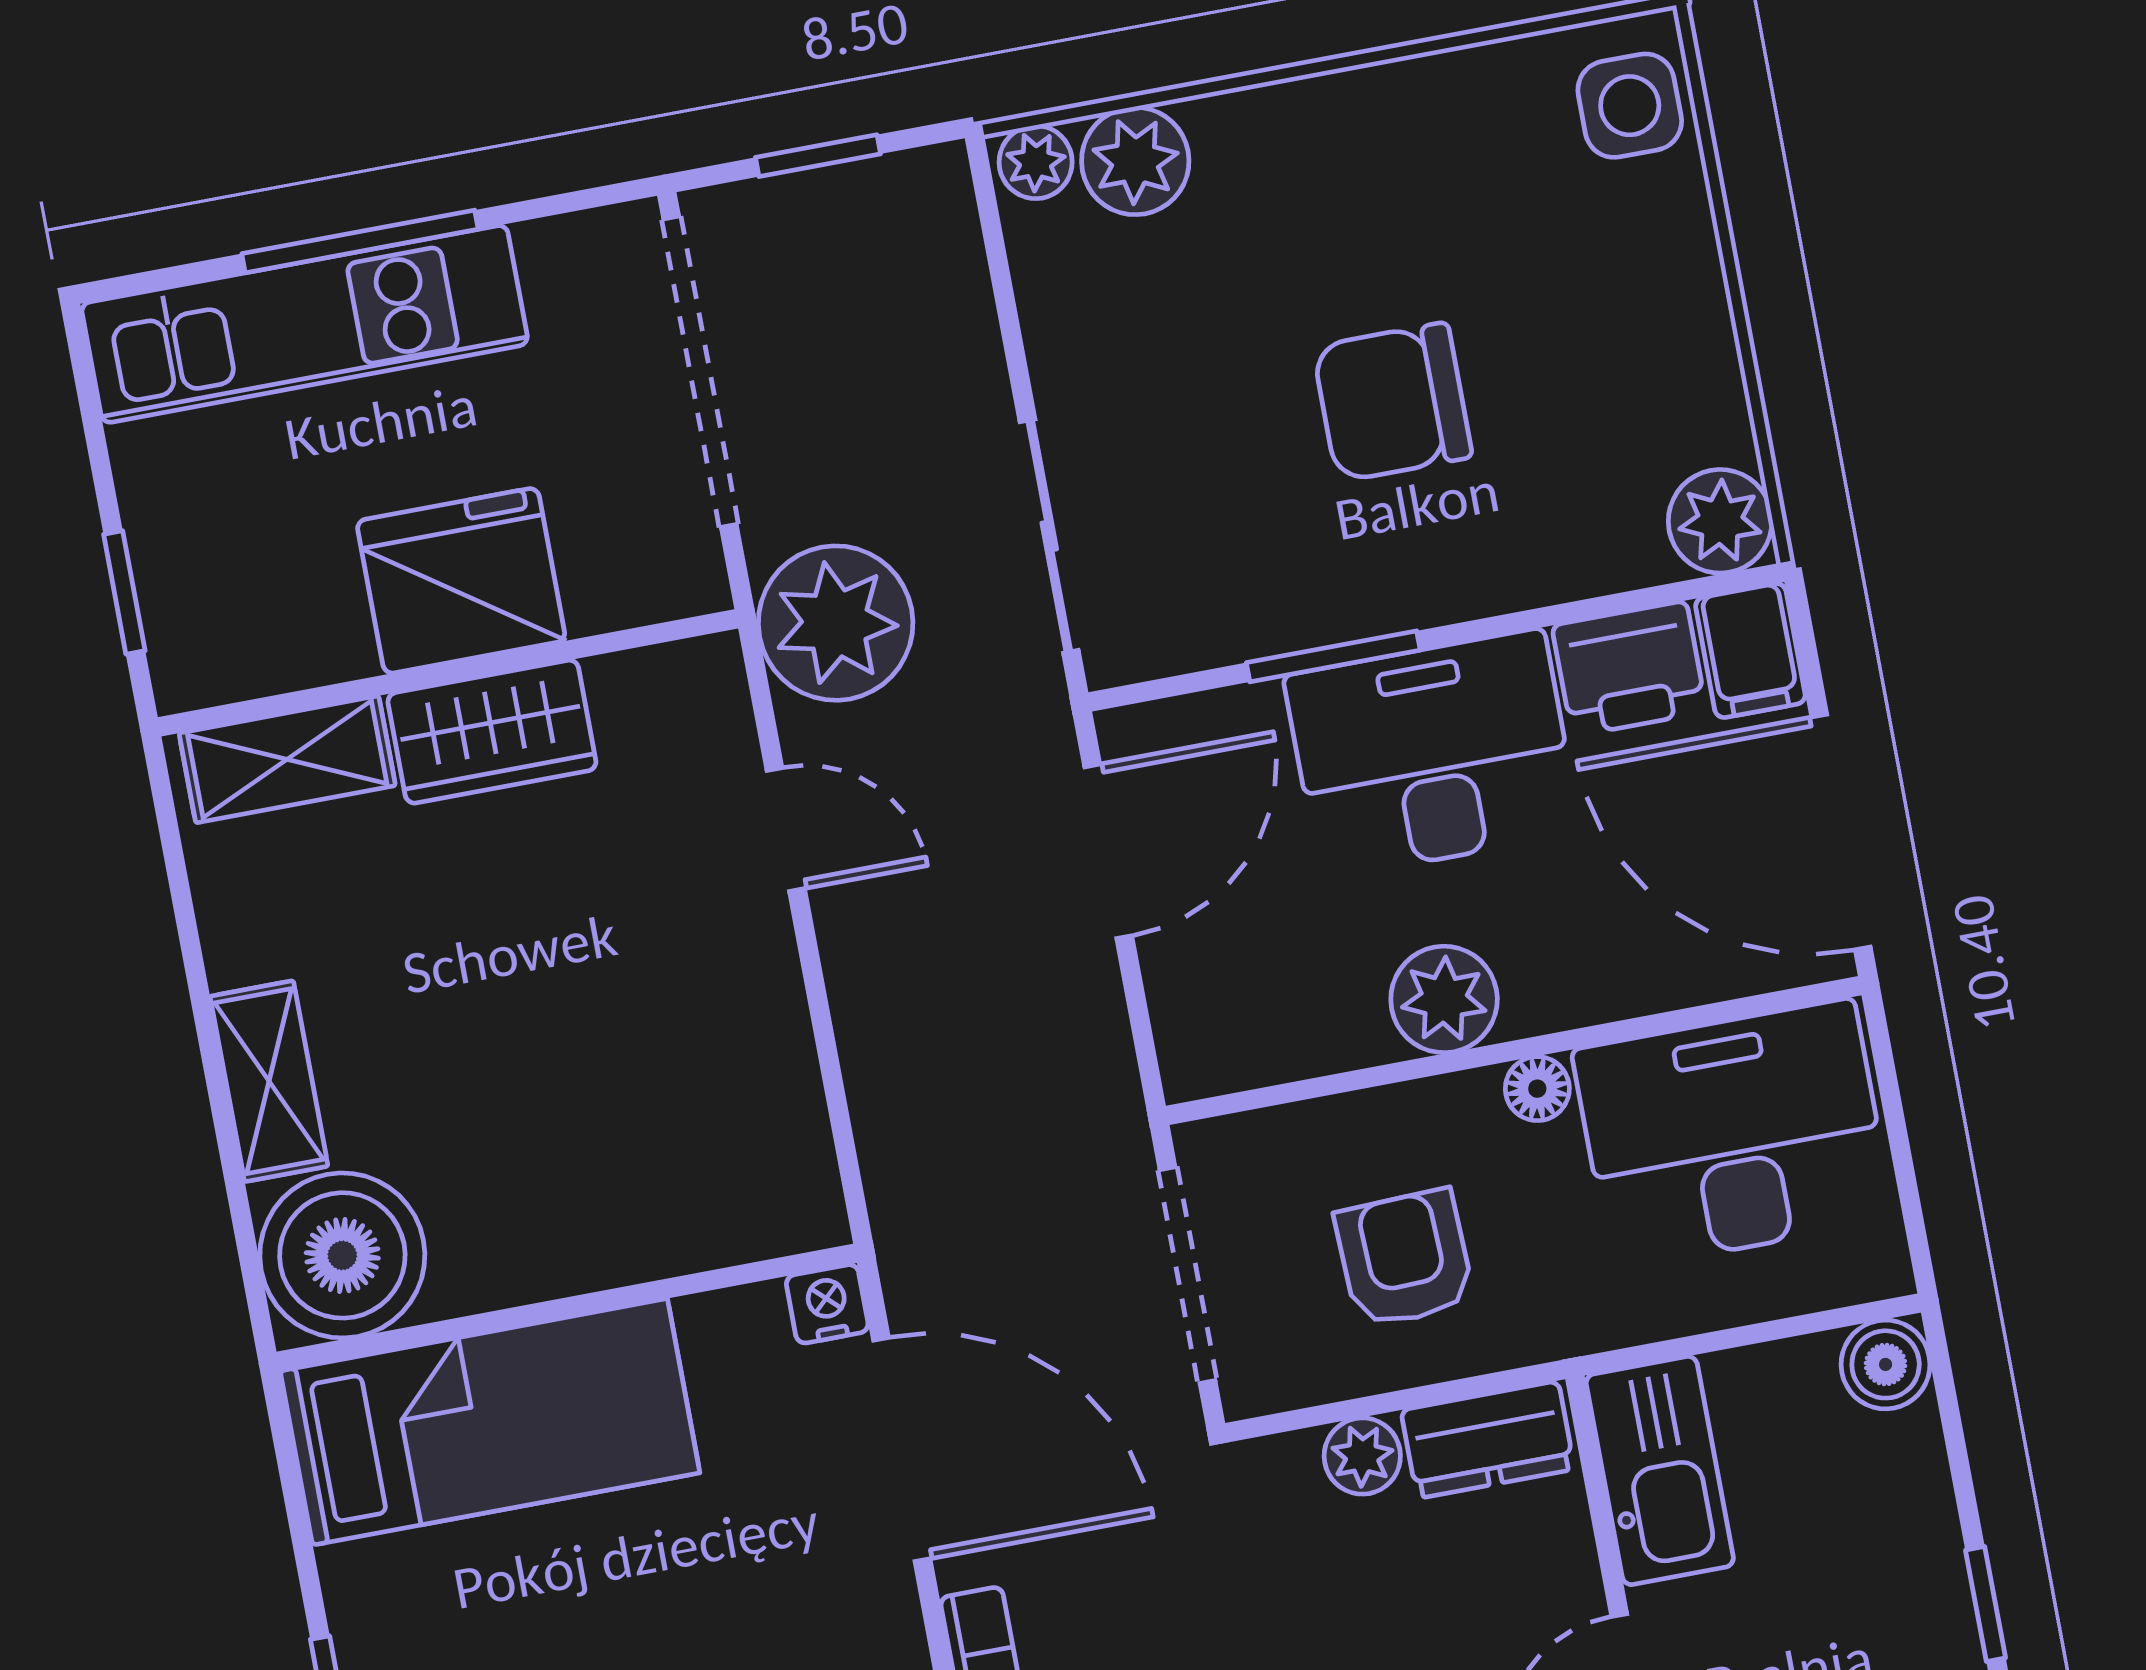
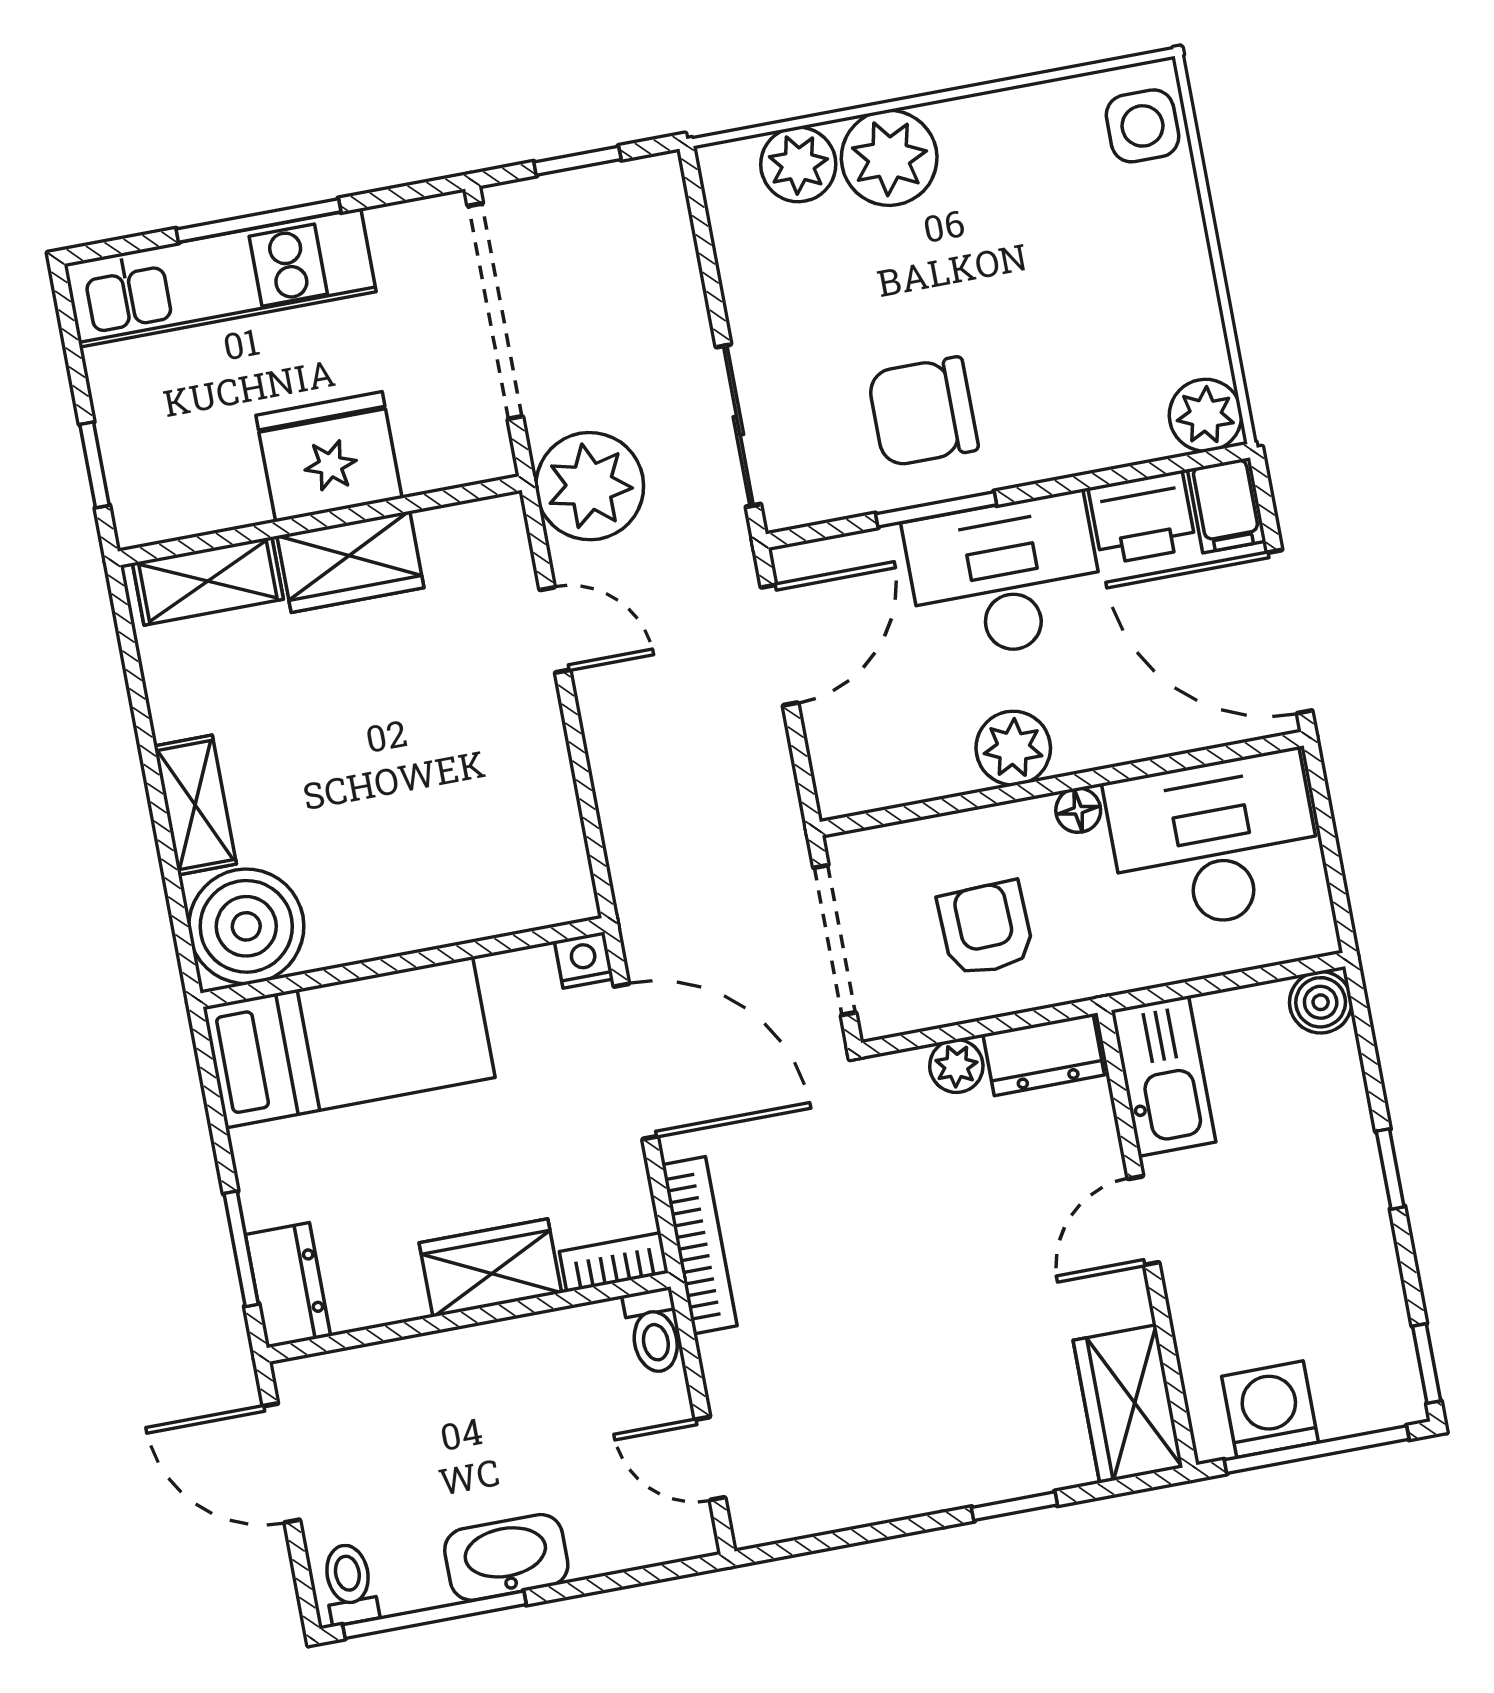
plant: (1036, 162) -> (889, 158), moved, width x1.87, depth x1.87
chair: (1392, 402) -> (923, 412), moved

